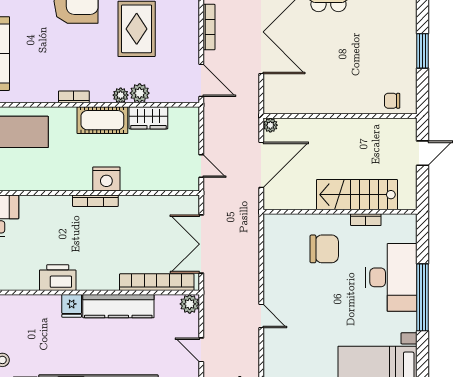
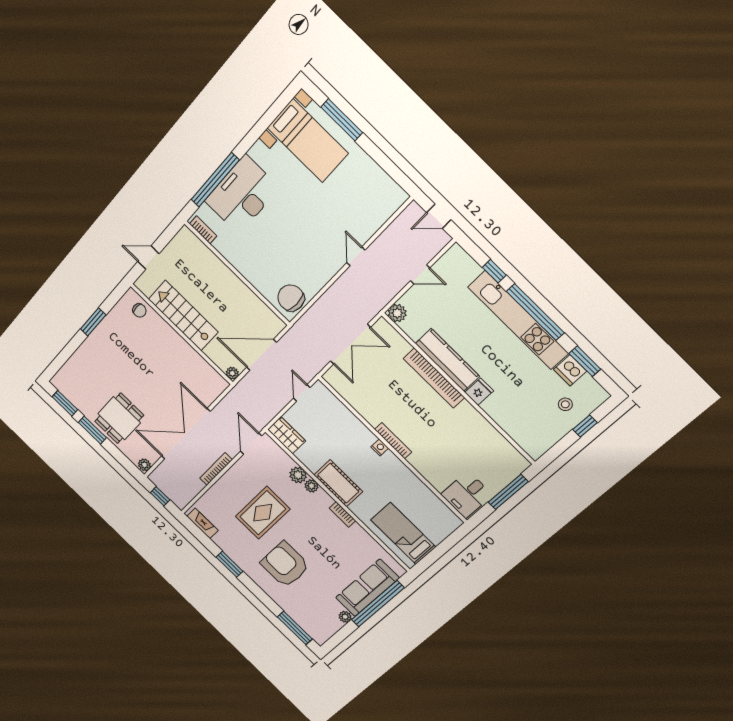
wardrobe: (148, 118) -> (287, 435), moved
nightstand: (106, 179) -> (380, 447), width x0.53, depth x0.56
stairs: (357, 195) -> (183, 316), moved, turned 180
bookcase: (366, 220) -> (203, 230), moved
chair: (324, 249) -> (291, 298), moved
printer: (58, 278) -> (469, 419), removed
bookcase: (157, 282) -> (434, 378), moved
window: (423, 297) -> (215, 180), moved
door: (201, 350) -> (420, 274), hinge flipped

